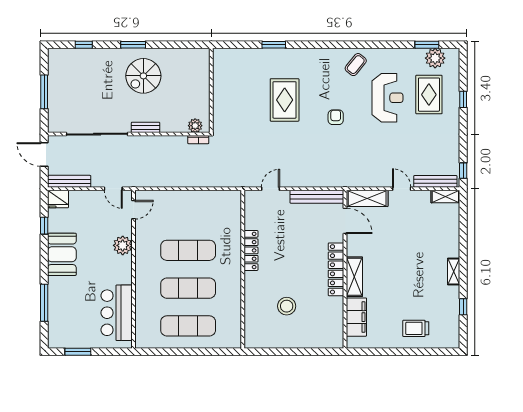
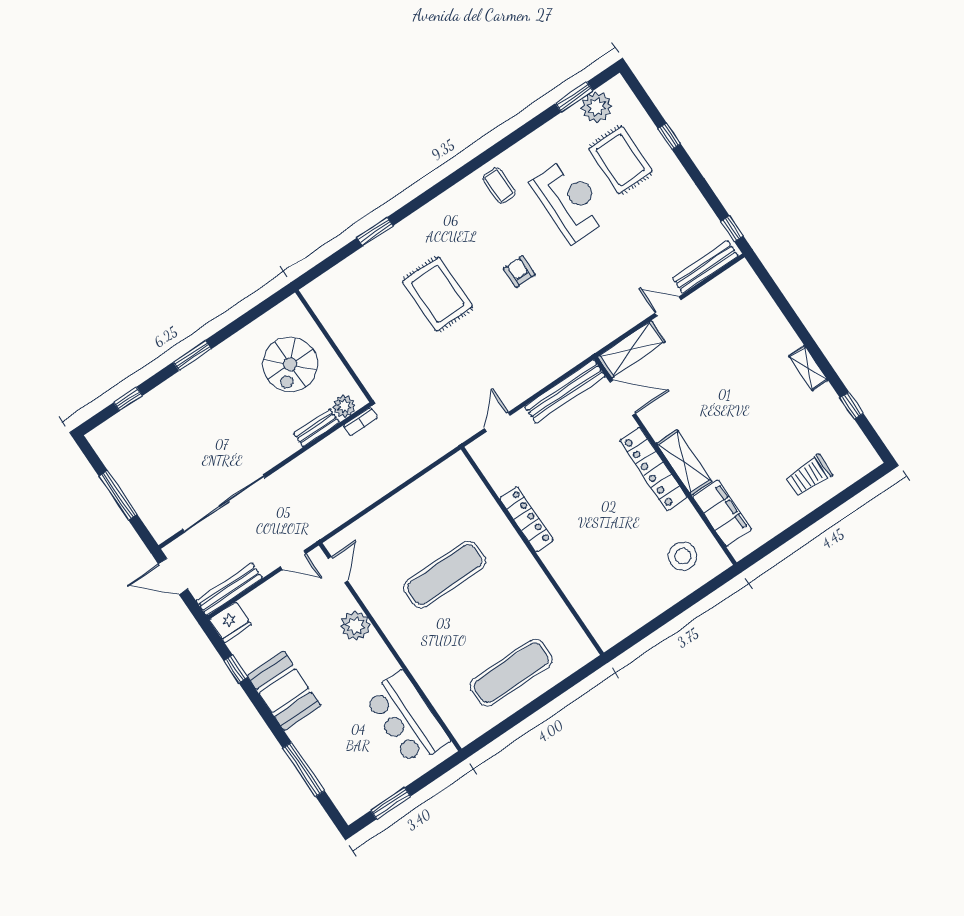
coffee table: (356, 65) -> (499, 185), turned -39
spiral stairs: (143, 76) -> (290, 364), moved
bench: (146, 127) -> (317, 428), moved
shelving: (445, 197) -> (732, 278), removed
exercise mat: (188, 288) -> (478, 624), removed
stool: (287, 306) -> (683, 556), moved

